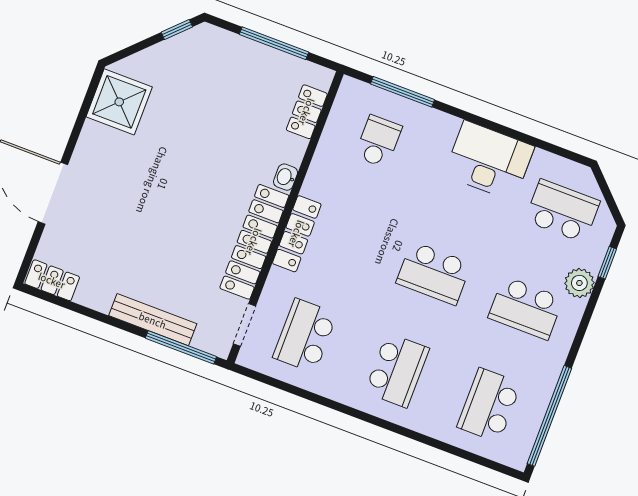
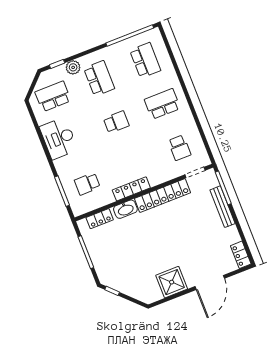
shower: (119, 102) -> (172, 282), moved
washbasin: (286, 177) -> (125, 209), width x1.91, depth x1.45
school desk: (562, 211) -> (53, 96), turned 90
locker: (297, 234) -> (131, 189), moved
school desk: (434, 273) -> (116, 122), width x0.54
school desk: (305, 336) -> (179, 148), width x0.54
school desk: (489, 405) -> (145, 60), turned -90

